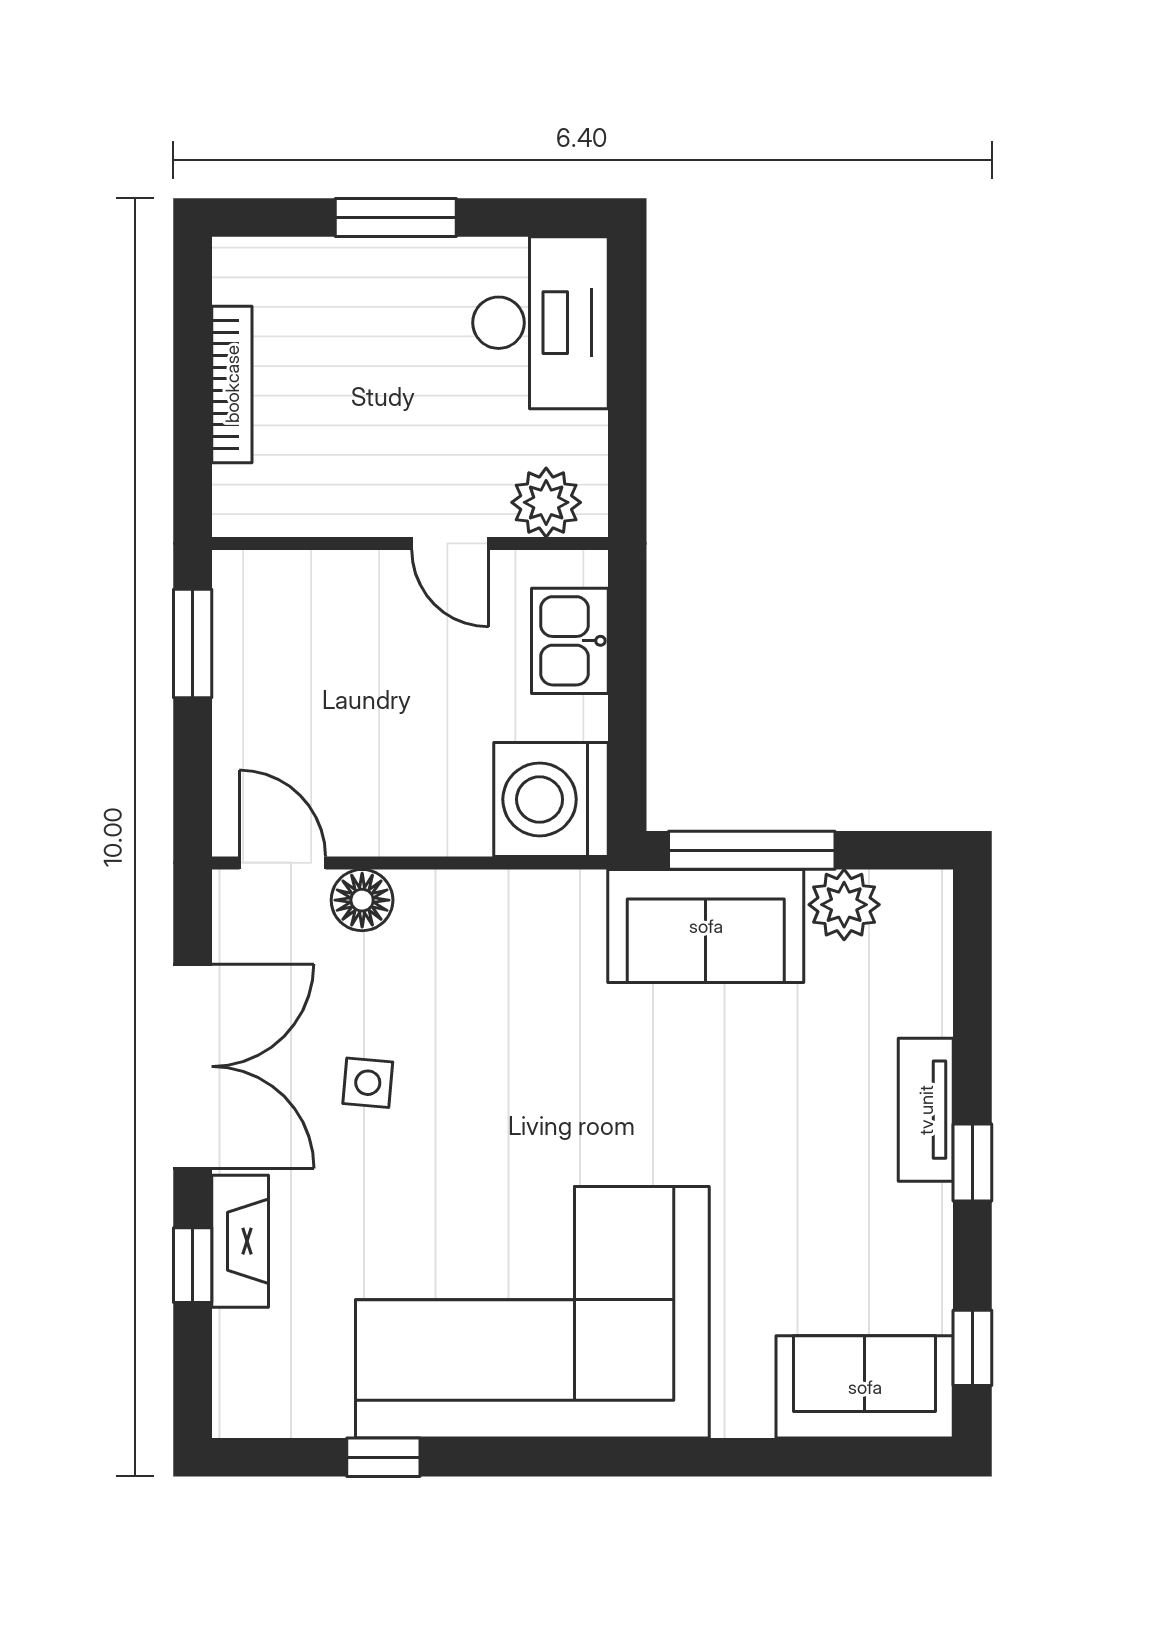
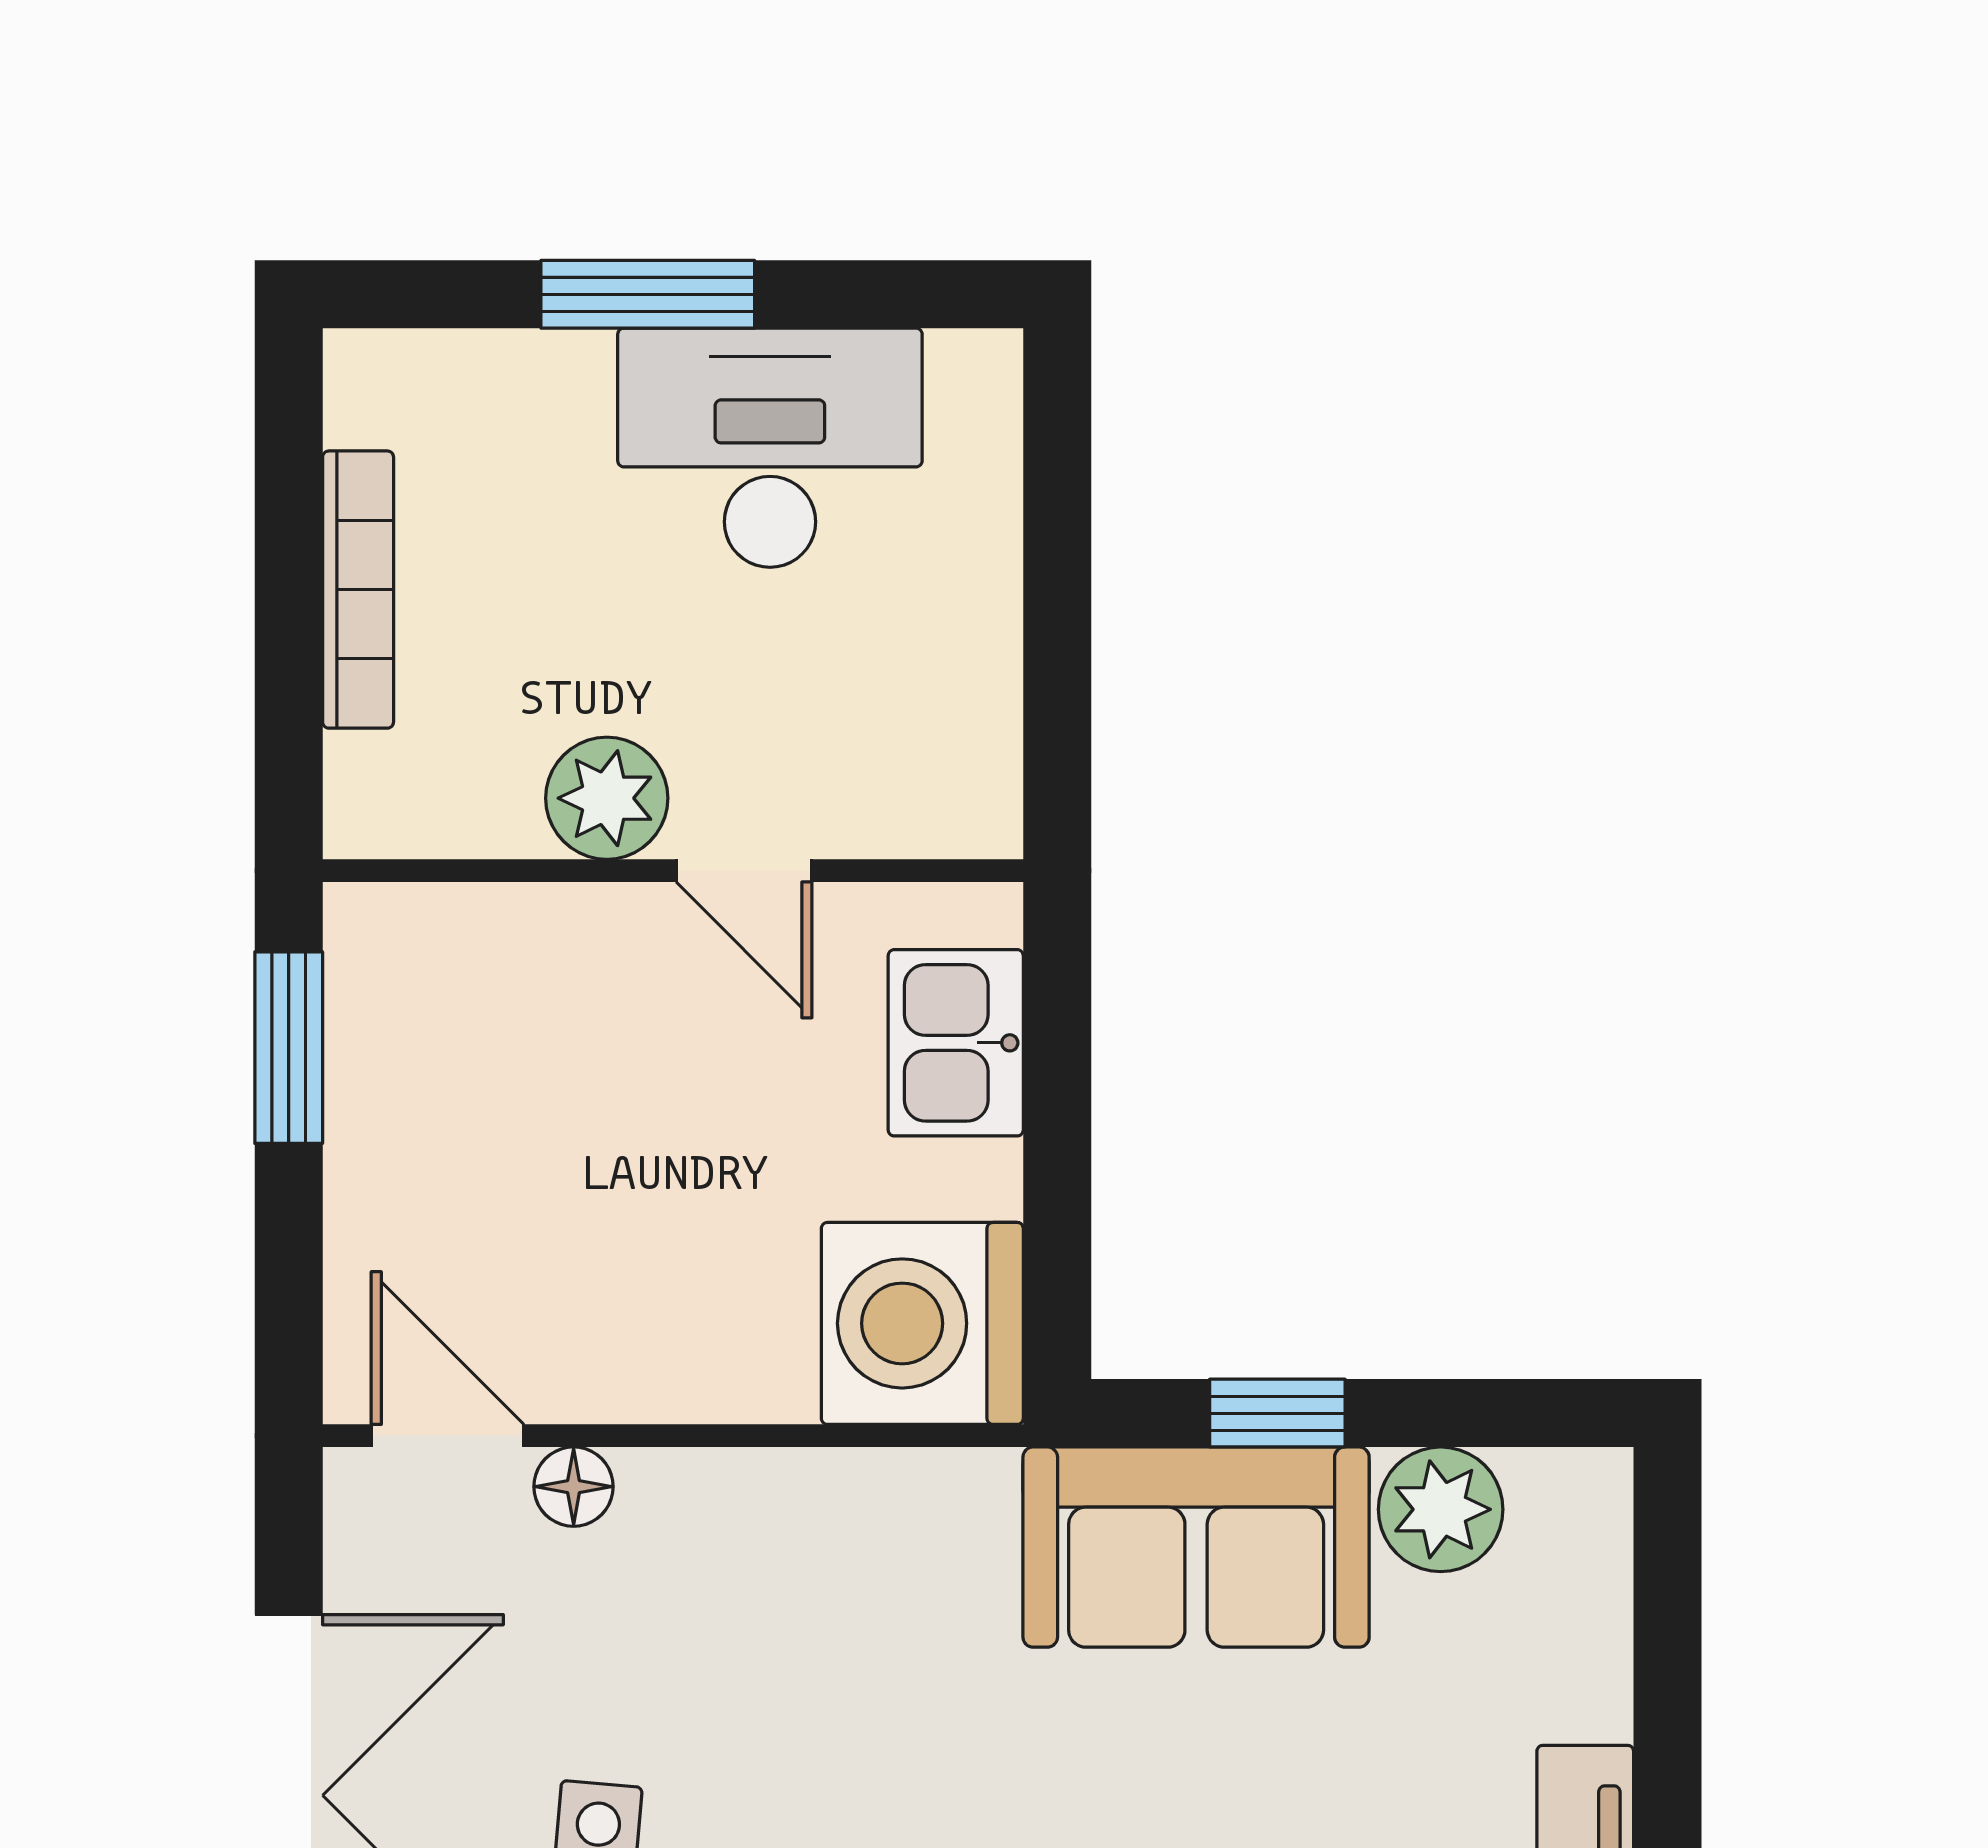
desk: (540, 323) -> (770, 448), moved, turned -90
plant: (546, 502) -> (607, 798), moved
window: (752, 850) -> (1277, 1413), width x0.46
floor lamp: (362, 900) -> (574, 1487), width x0.73, depth x0.73

